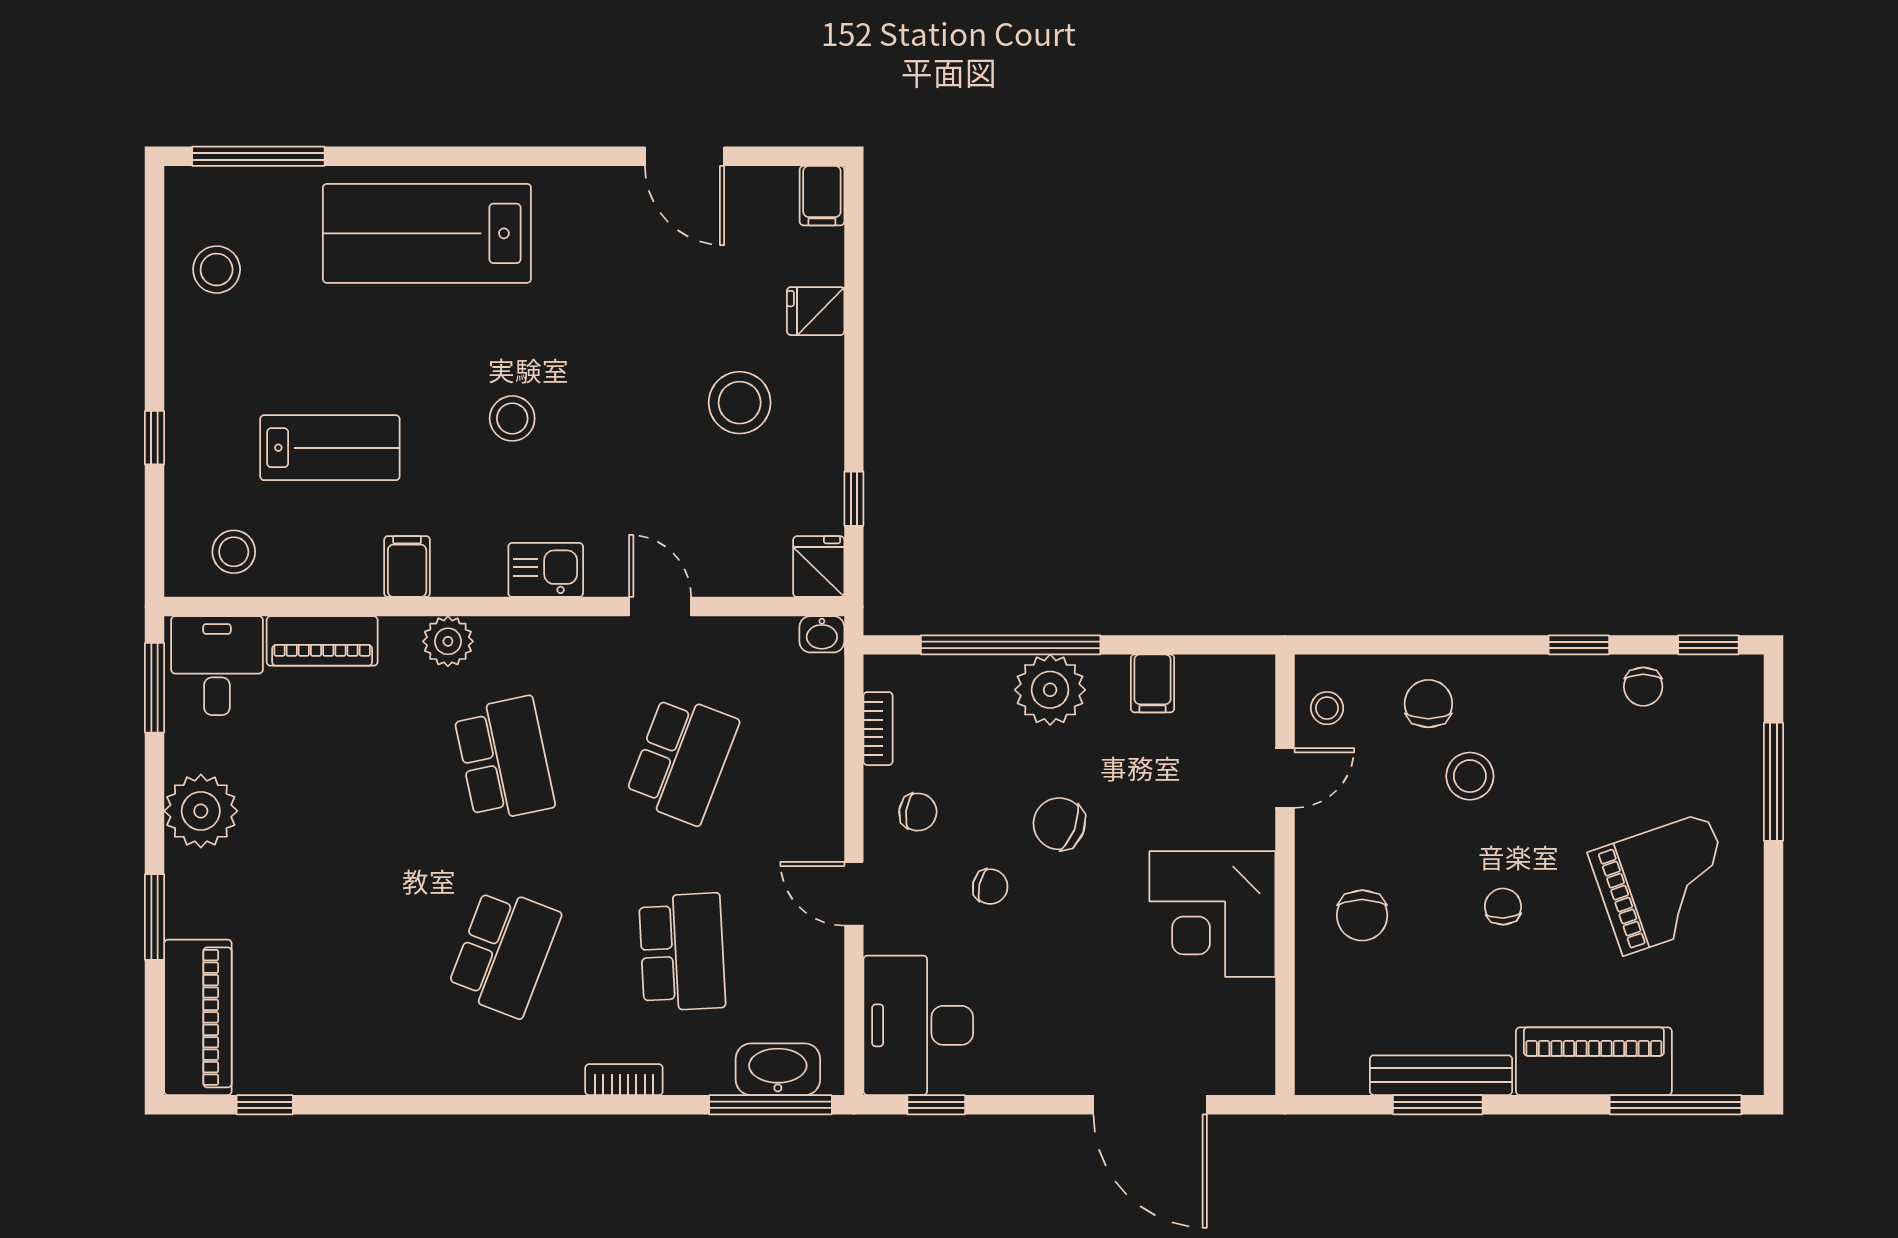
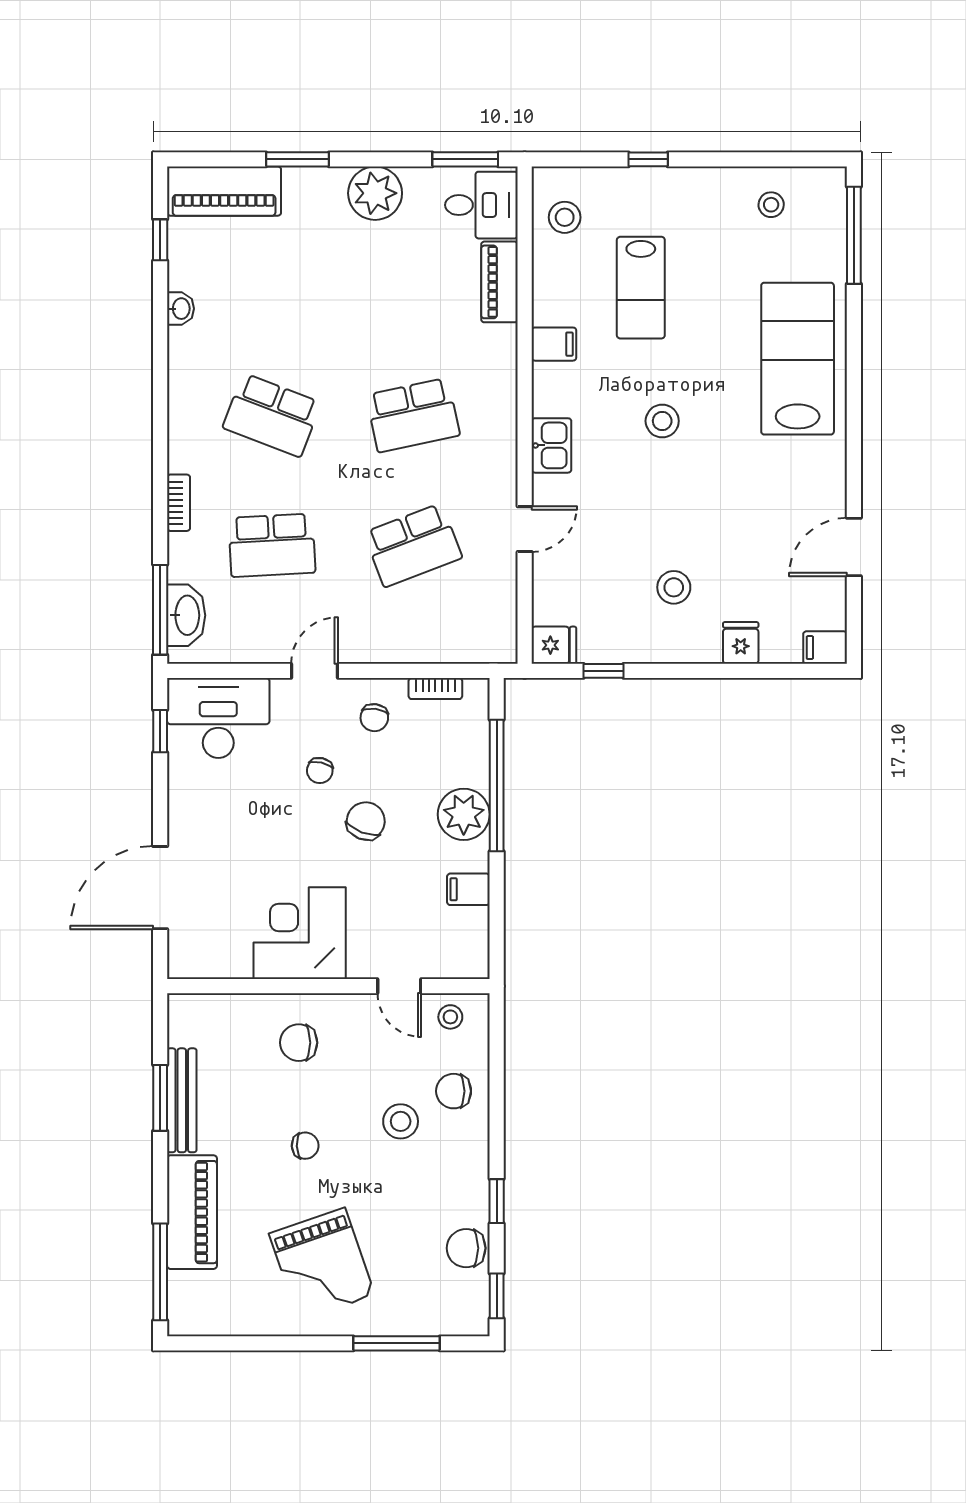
stool: (217, 270) -> (771, 205), width x0.73, depth x0.73
stool: (740, 403) -> (674, 587), width x0.73, depth x0.73
washbasin: (822, 634) -> (181, 309), moved, turned 180
plant: (448, 641) -> (499, 374), removed
chair: (1643, 687) -> (466, 1248), width x1.37, depth x1.37
chair: (1428, 704) -> (454, 1091), turned 180
school desk: (682, 759) -> (413, 545), turned -42

